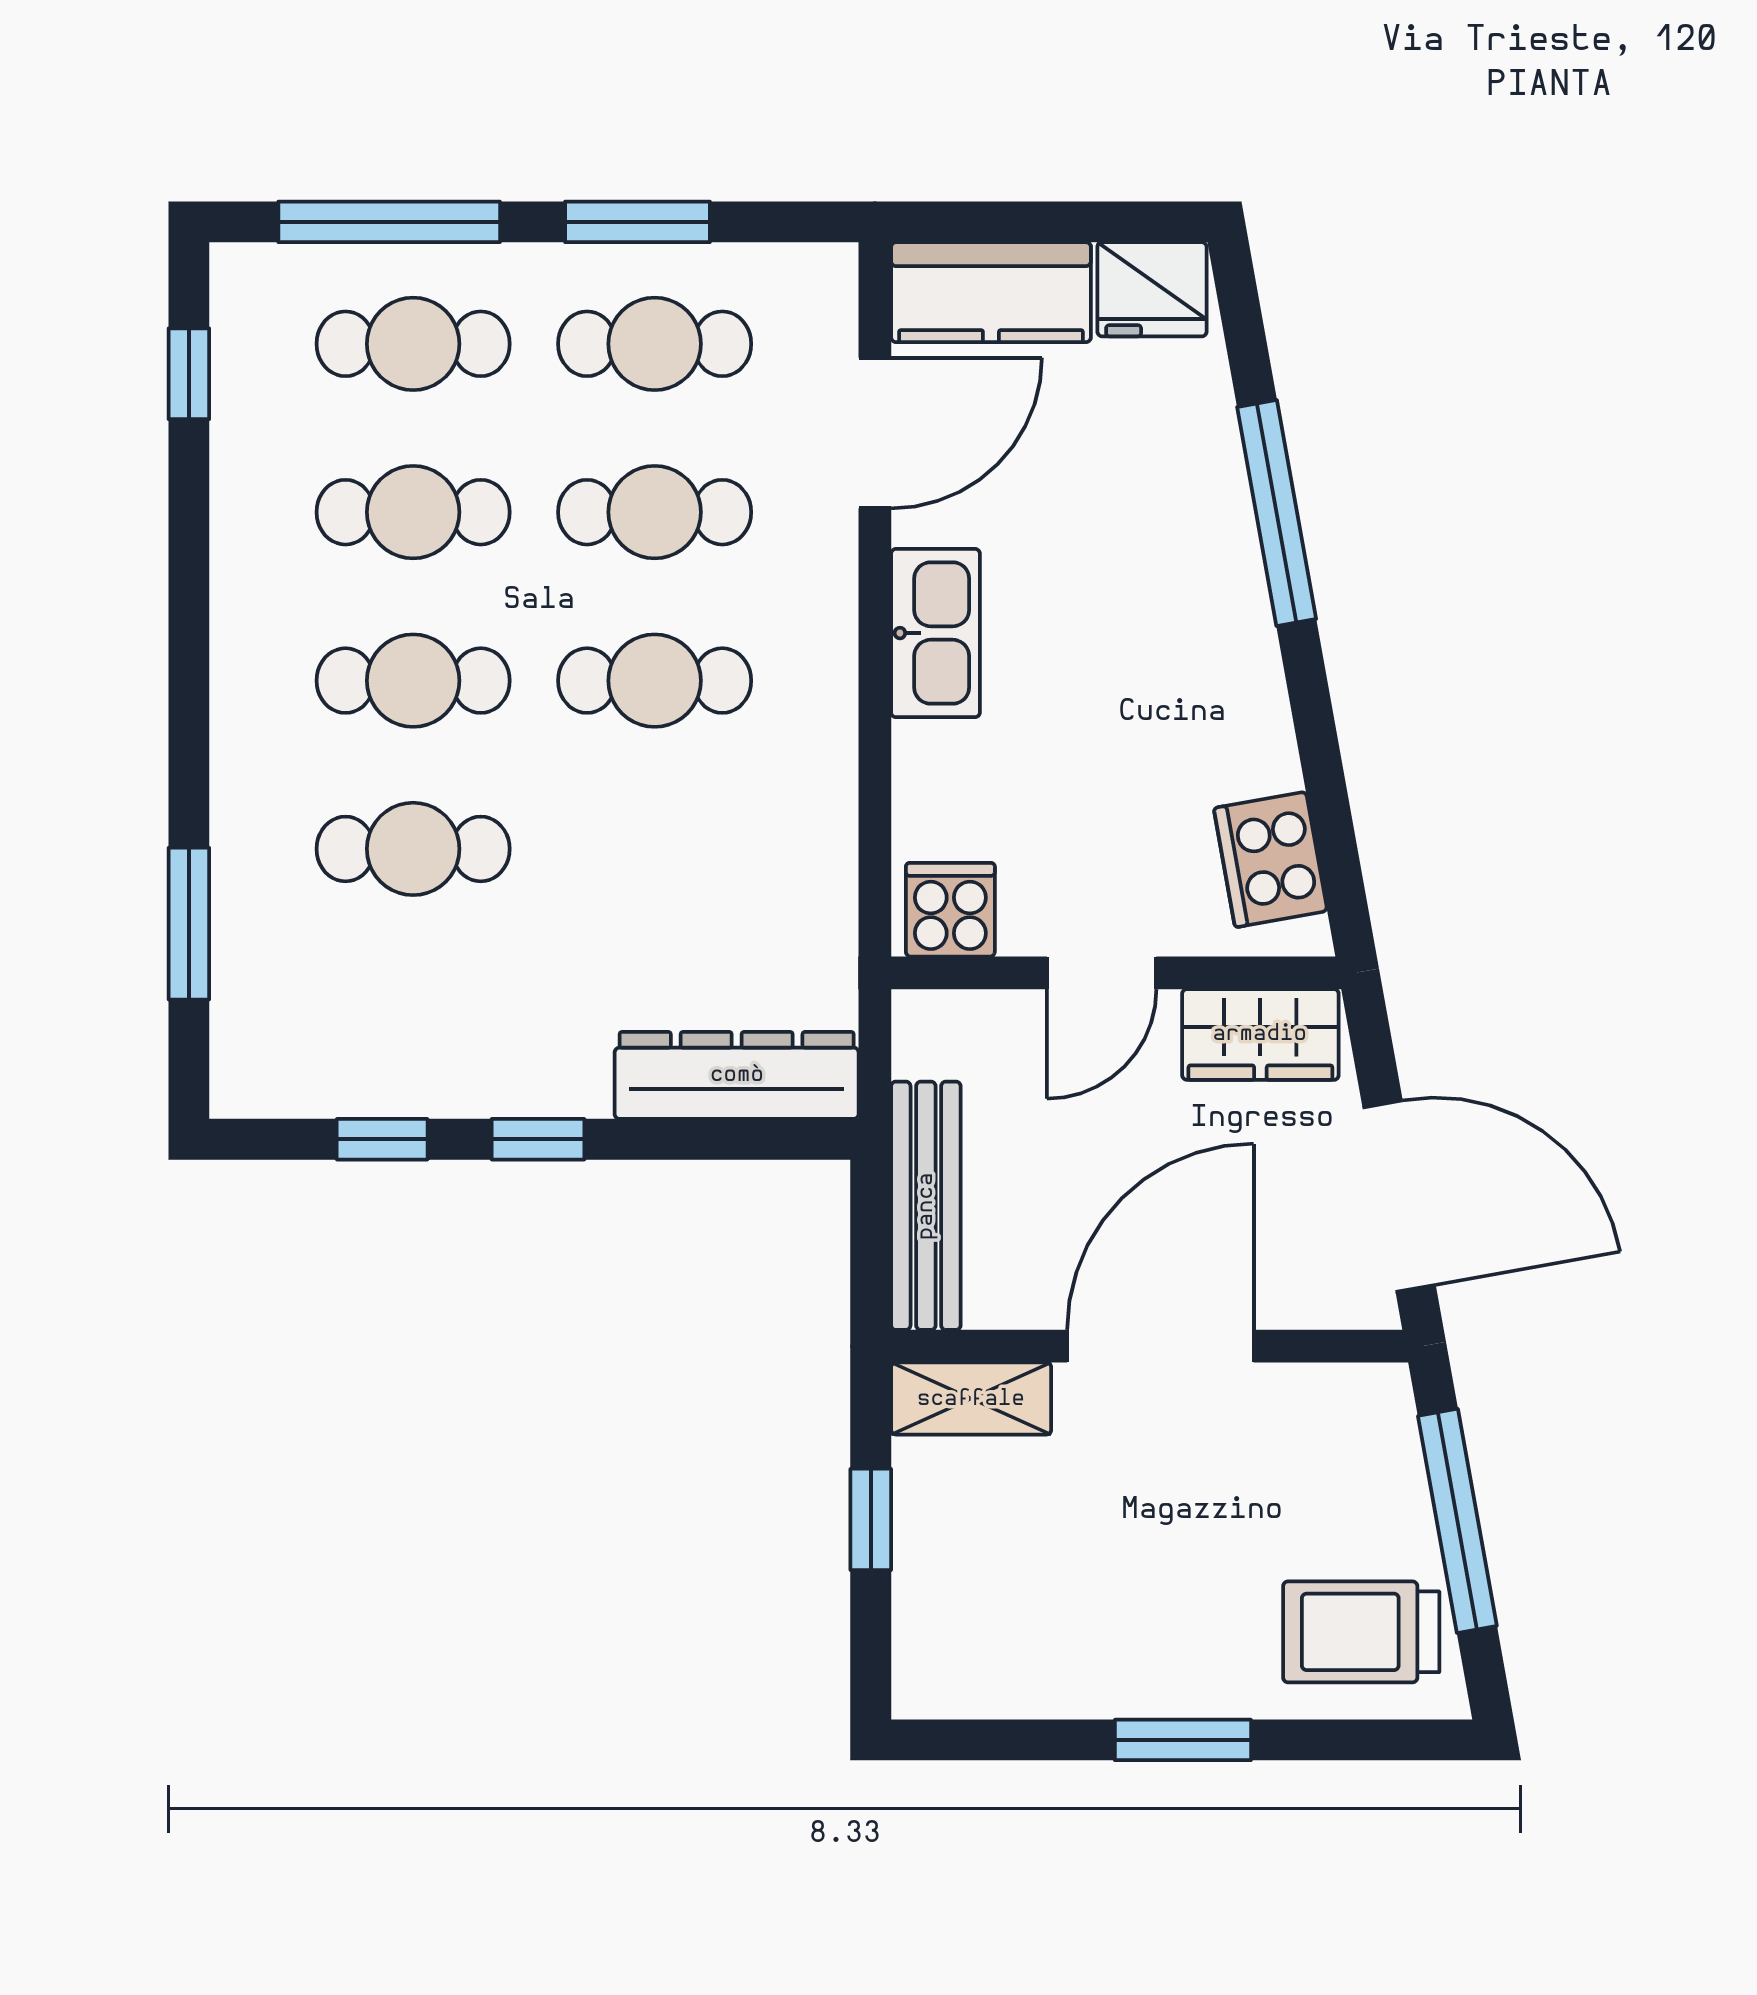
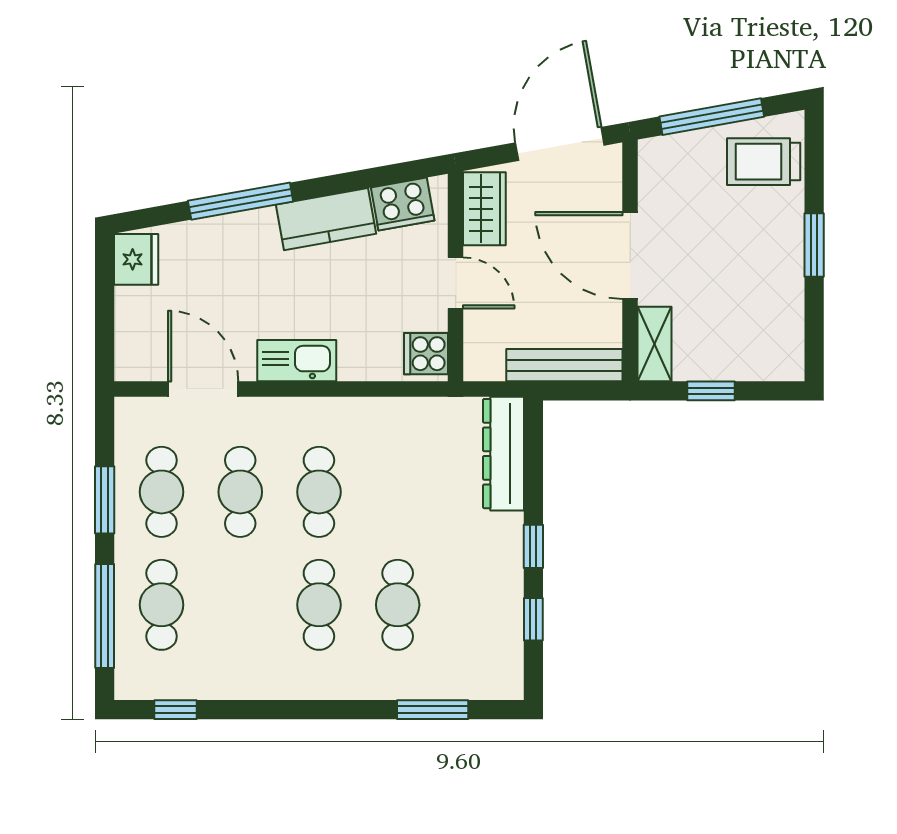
kitchen counter: (991, 292) -> (326, 219), moved, turned 80
cafe table: (413, 512) -> (240, 605), removed
trolley: (1361, 1632) -> (764, 162), turned 90

